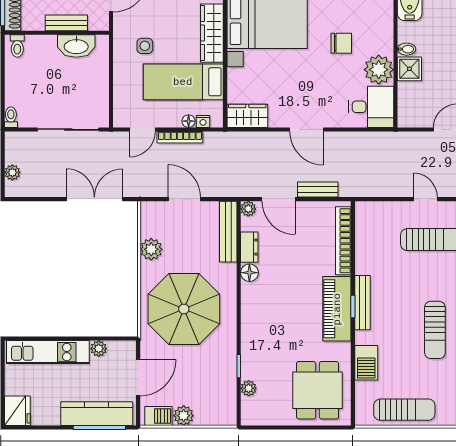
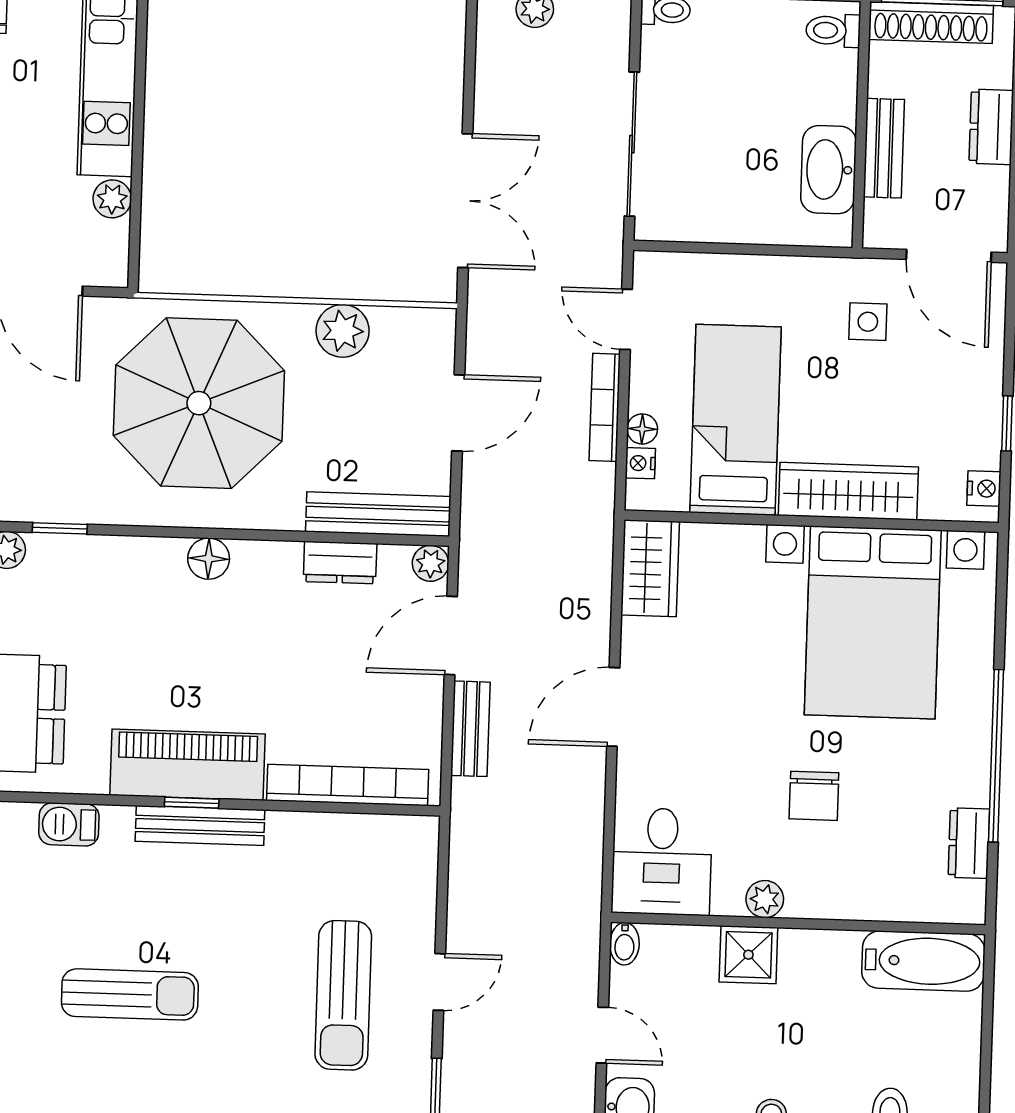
side table: (145, 46) -> (868, 322), moved
bidet: (407, 49) -> (625, 944), moved
plant: (379, 70) -> (765, 899), width x0.53, depth x0.53
floor lamp: (249, 273) -> (209, 559), moved
sun lounger: (435, 330) -> (130, 994), turned 180
barbecue: (366, 363) -> (69, 824), width x0.73, depth x0.79

